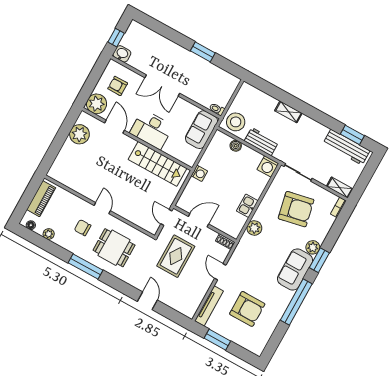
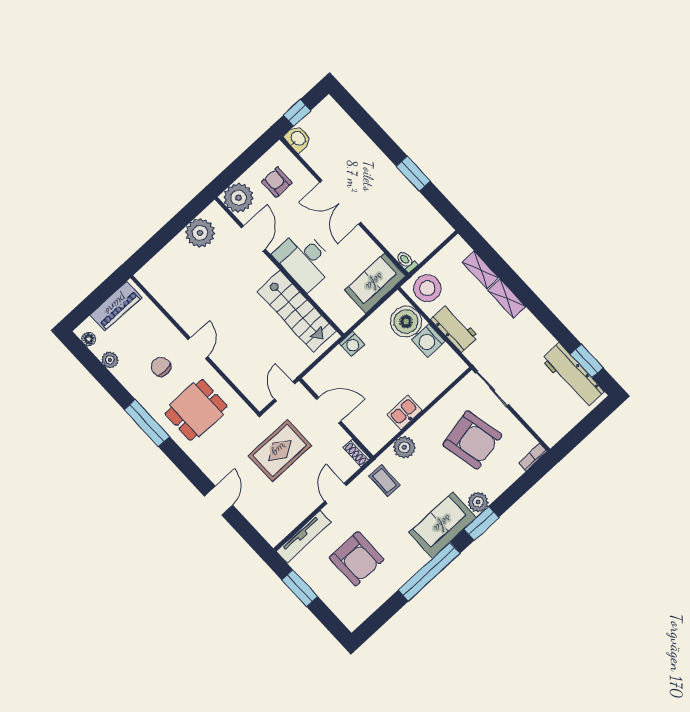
boiler: (236, 146) -> (406, 322), width x1.86, depth x1.86
washing machine: (268, 166) -> (428, 341), moved
shelving: (340, 188) -> (481, 270), moved
dining table: (114, 248) -> (196, 410), turned 90
coffee table: (249, 253) -> (384, 481), added

